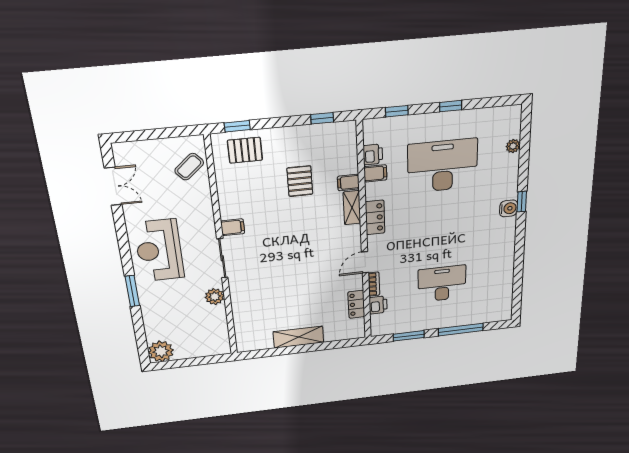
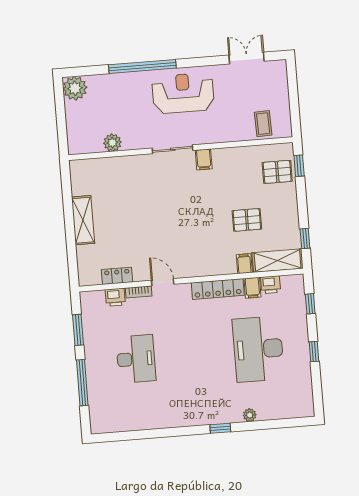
plant: (513, 146) -> (250, 415), moved
pallet: (245, 150) -> (277, 172), turned 90
desk: (443, 166) -> (258, 349), turned 180
coffee table: (189, 167) -> (263, 124), turned 39
double door: (113, 186) -> (247, 58), swing flipped
shelving: (352, 208) -> (278, 261), moved, width x1.50, depth x1.33
water cooler: (509, 208) -> (214, 416), removed
locker: (375, 217) -> (218, 289), width x1.53
window: (132, 291) -> (142, 66), width x2.11
plant: (215, 297) -> (112, 143), moved

